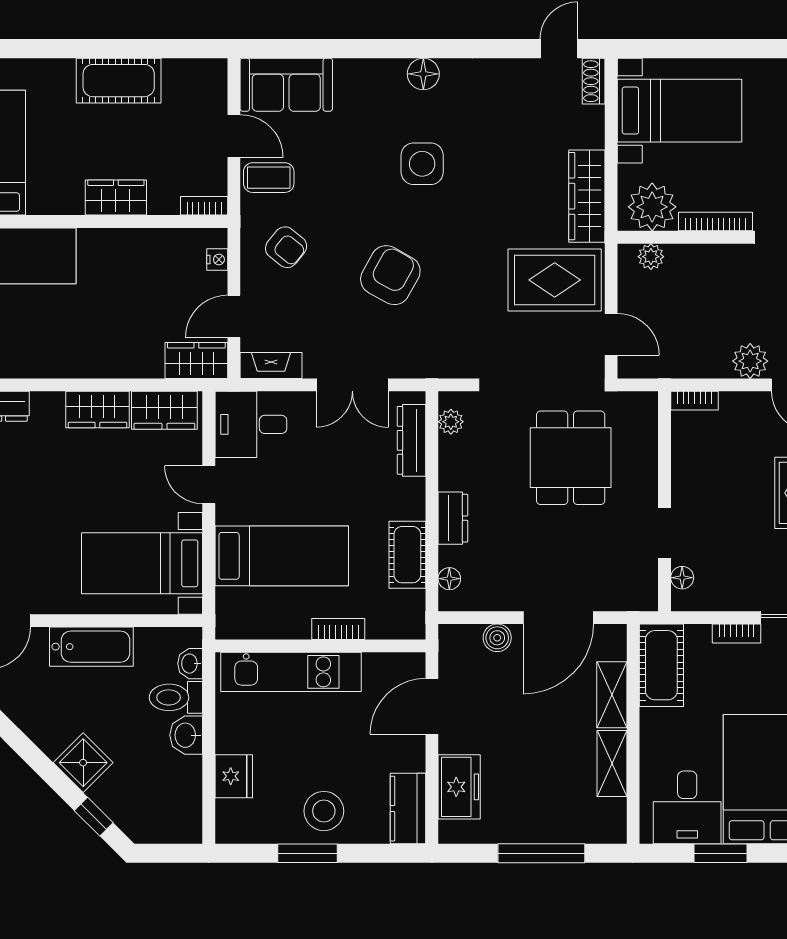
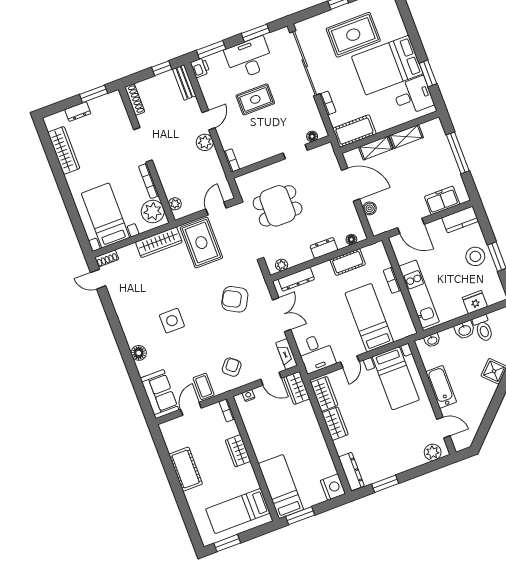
floor lamp: (423, 74) -> (139, 353), moved
armchair: (390, 275) -> (235, 299), moved
toilet: (176, 697) -> (483, 328), moved

